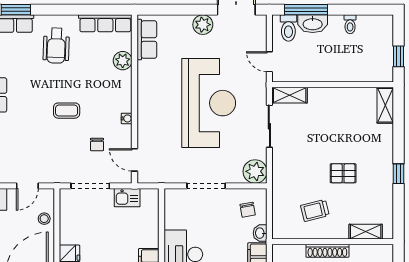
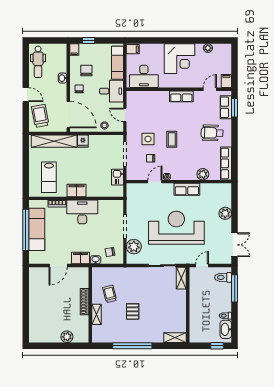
washbasin: (313, 24) -> (226, 329), moved
plant: (203, 25) -> (225, 213), moved
row of seats: (147, 40) -> (187, 189), moved
window: (398, 56) -> (217, 346), moved
reception desk: (209, 103) -> (176, 228), turned 180
side table: (66, 149) -> (148, 139), added
door: (134, 160) -> (155, 182), moved
plant: (255, 171) -> (134, 247), moved
window: (398, 174) -> (132, 346), width x3.17
shelving: (366, 232) -> (96, 314), moved

